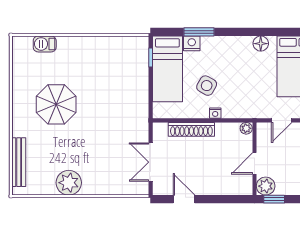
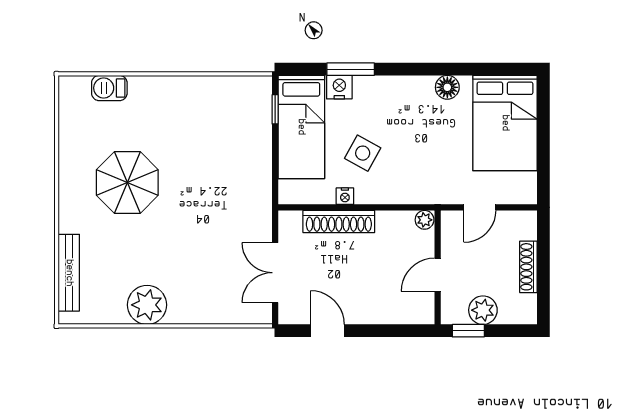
nightstand: (215, 113) -> (345, 196), moved
plant: (266, 186) -> (483, 310), moved

